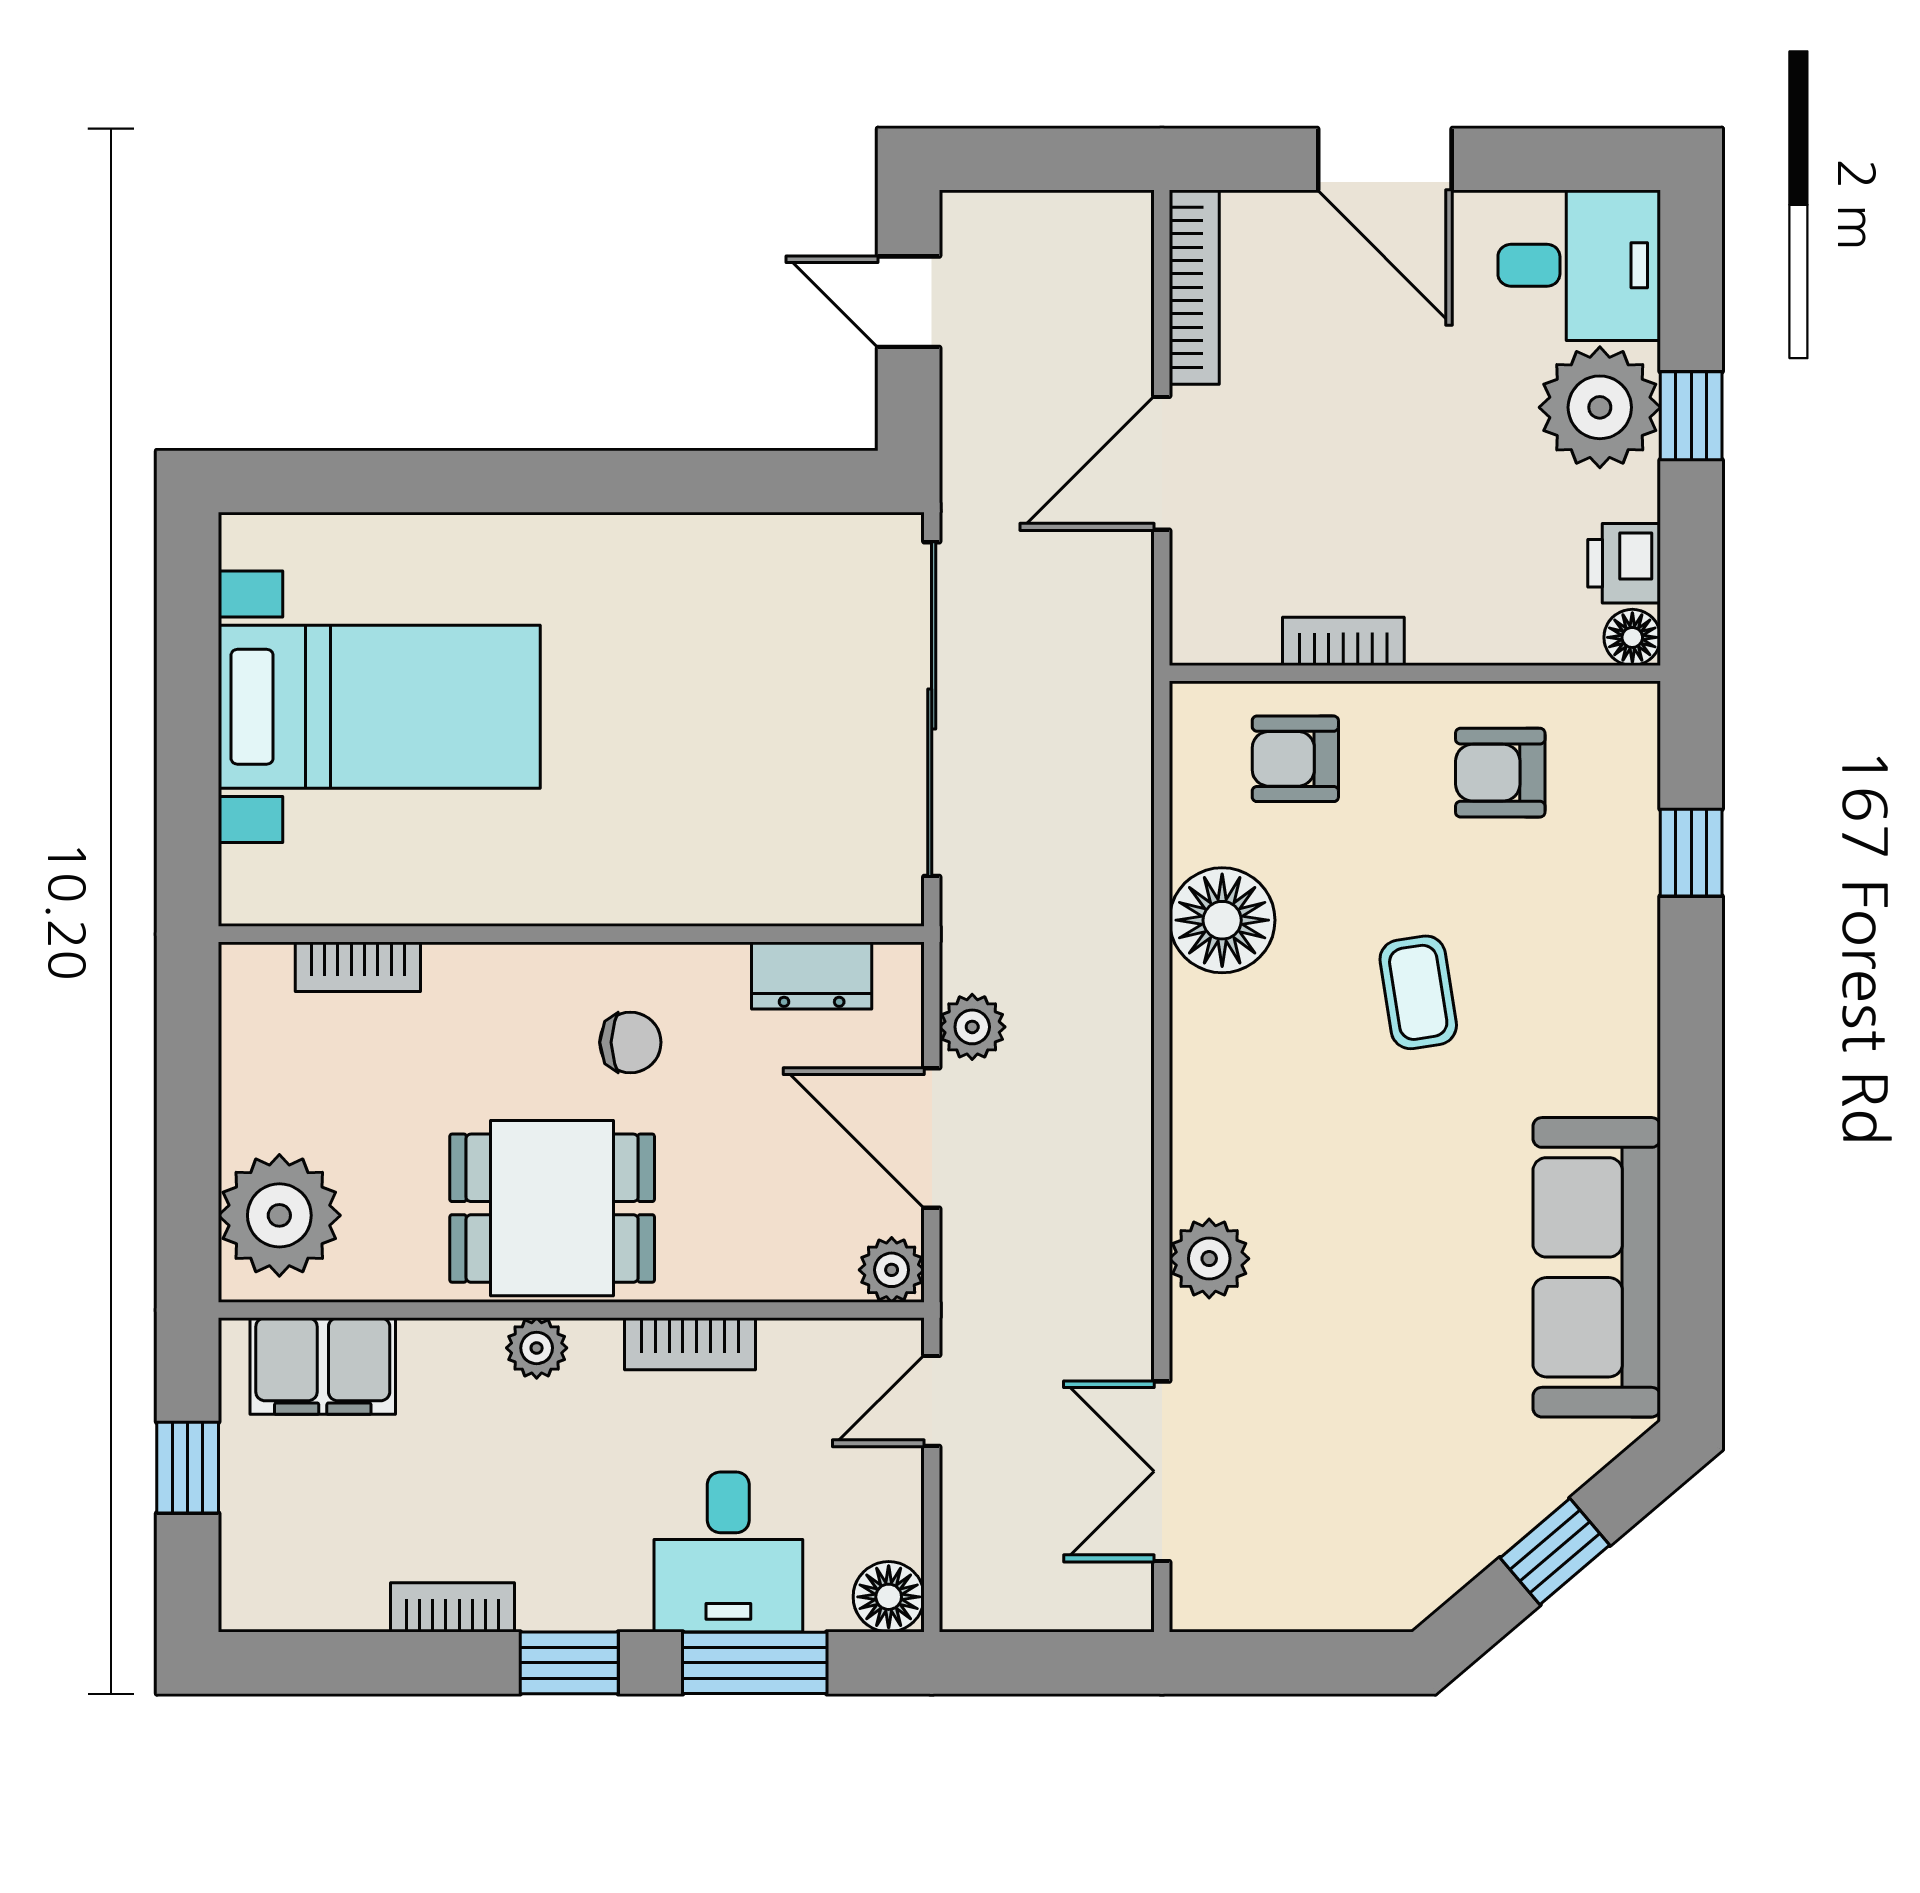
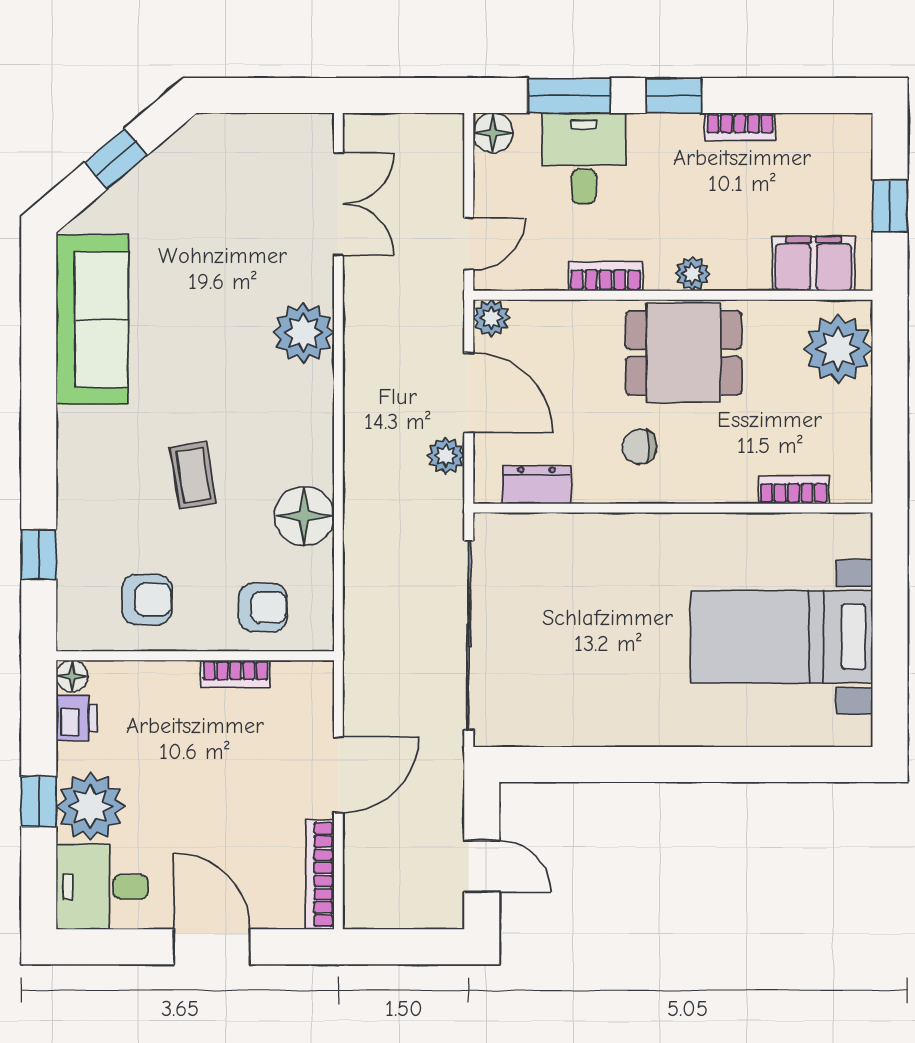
plant: (1209, 1259) -> (303, 333), width x1.36, depth x1.36

